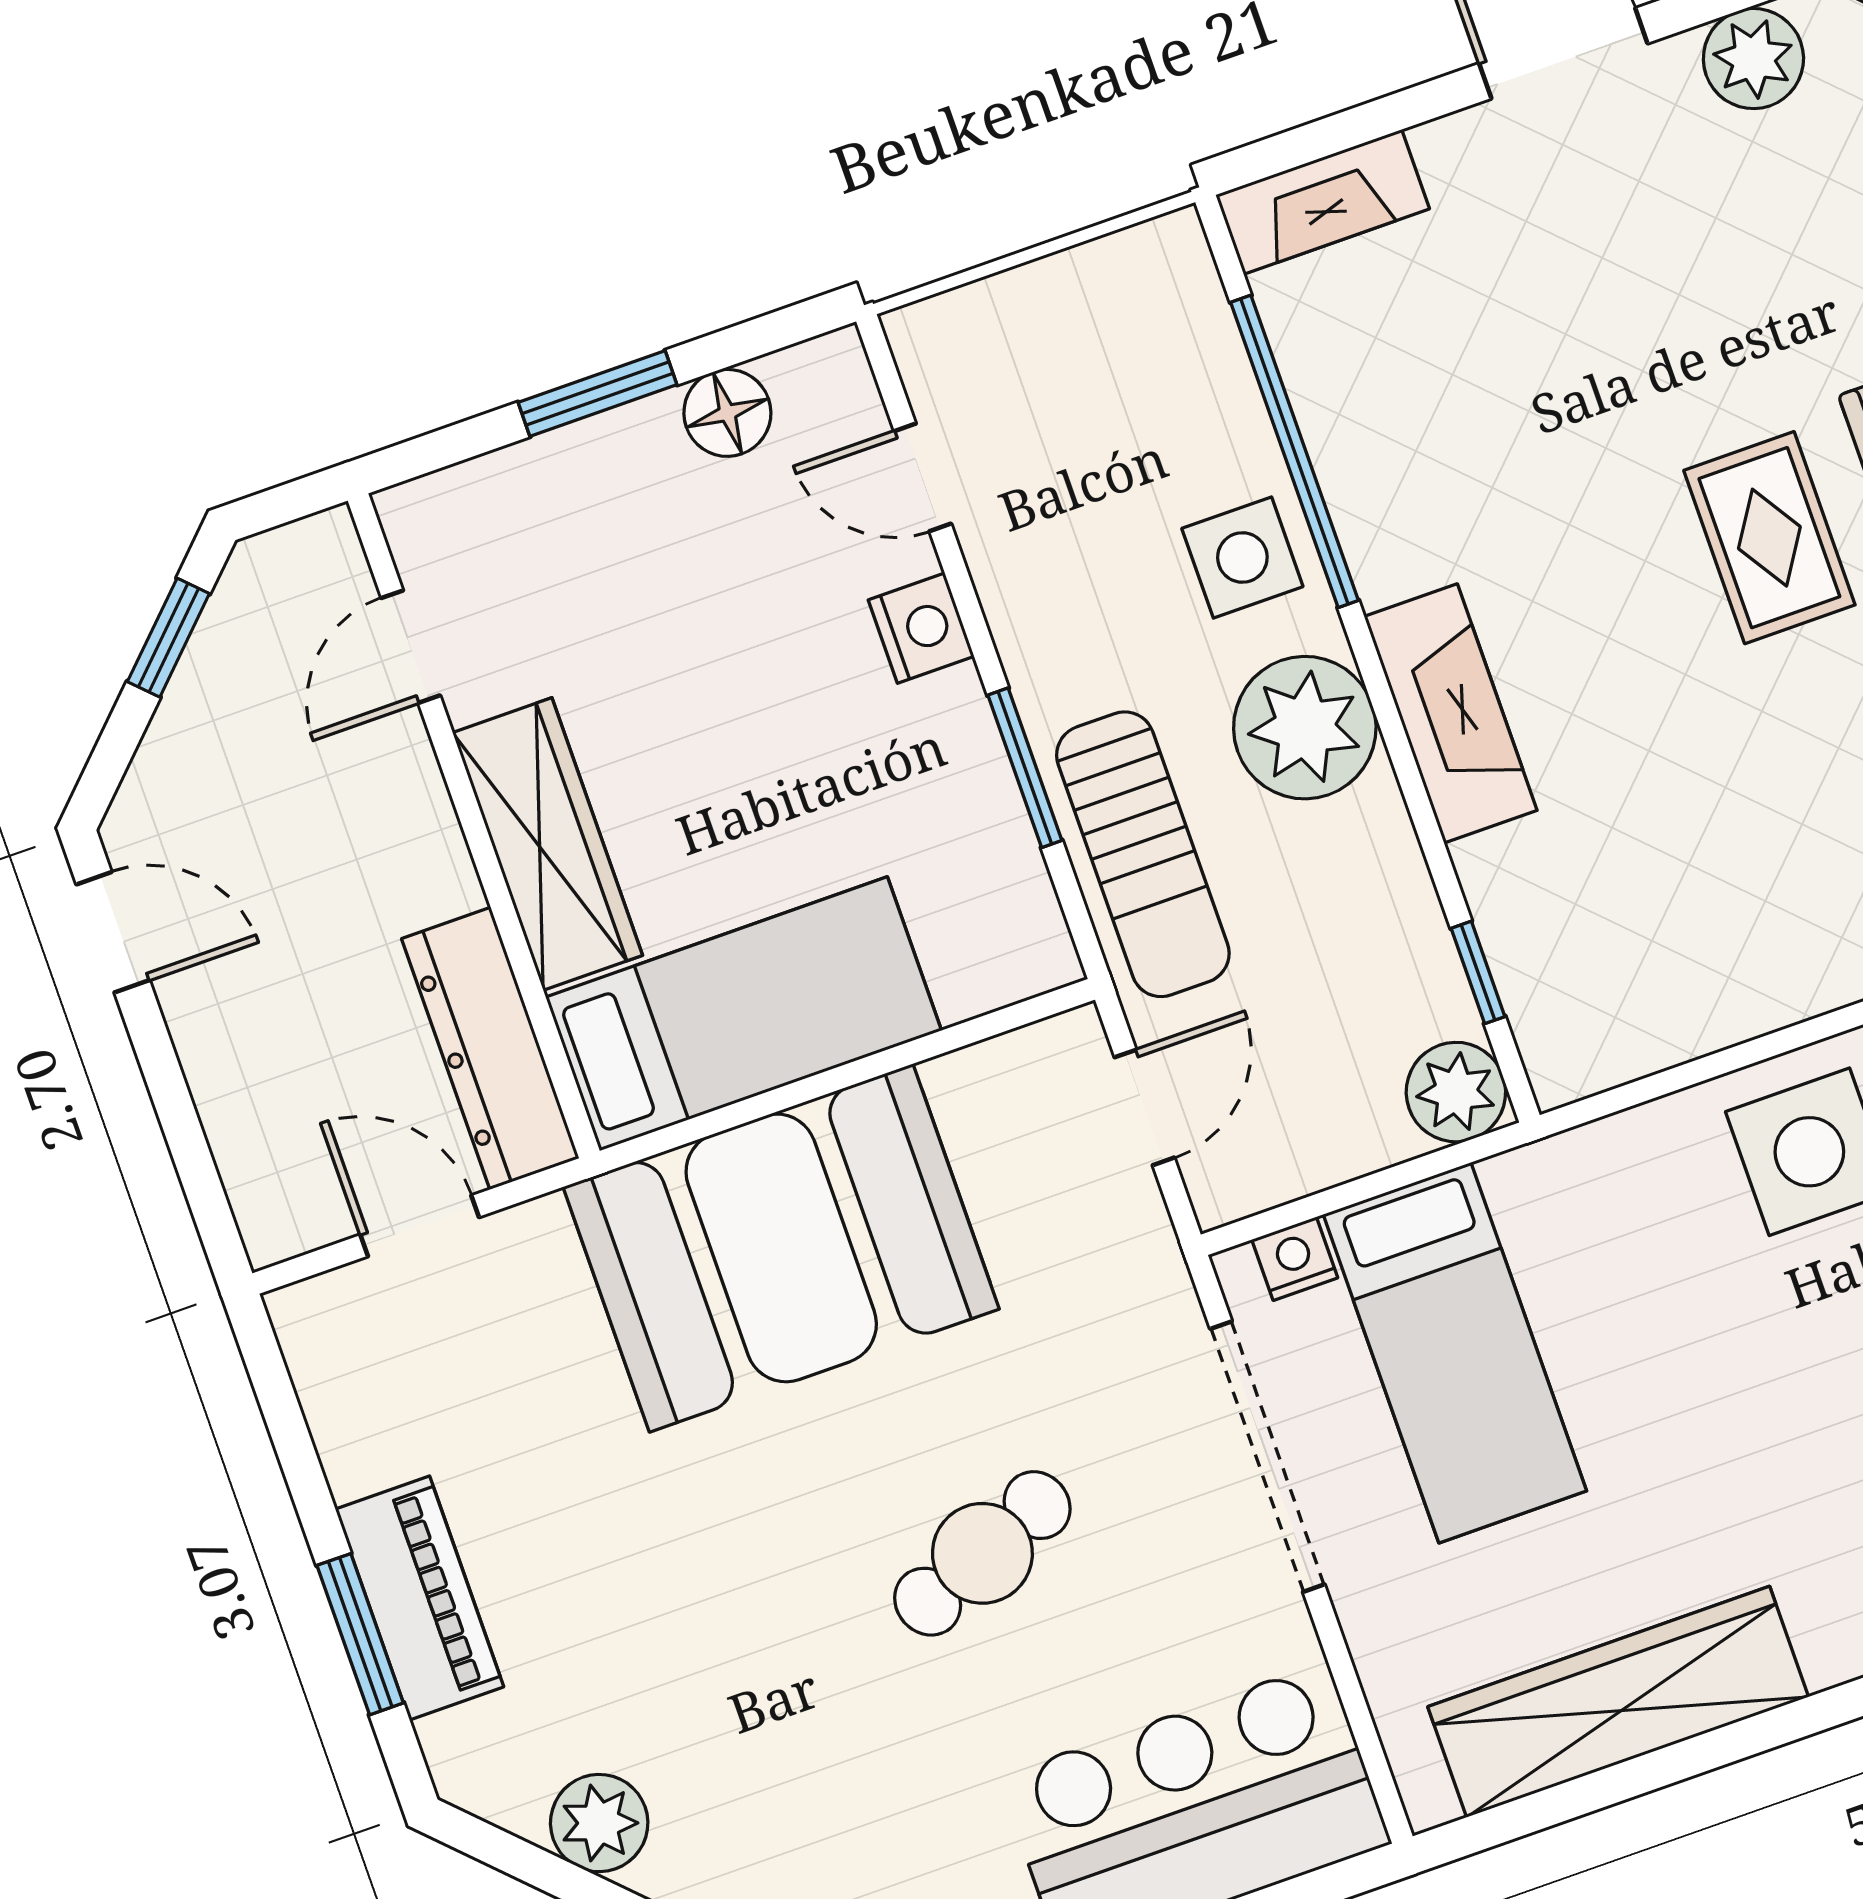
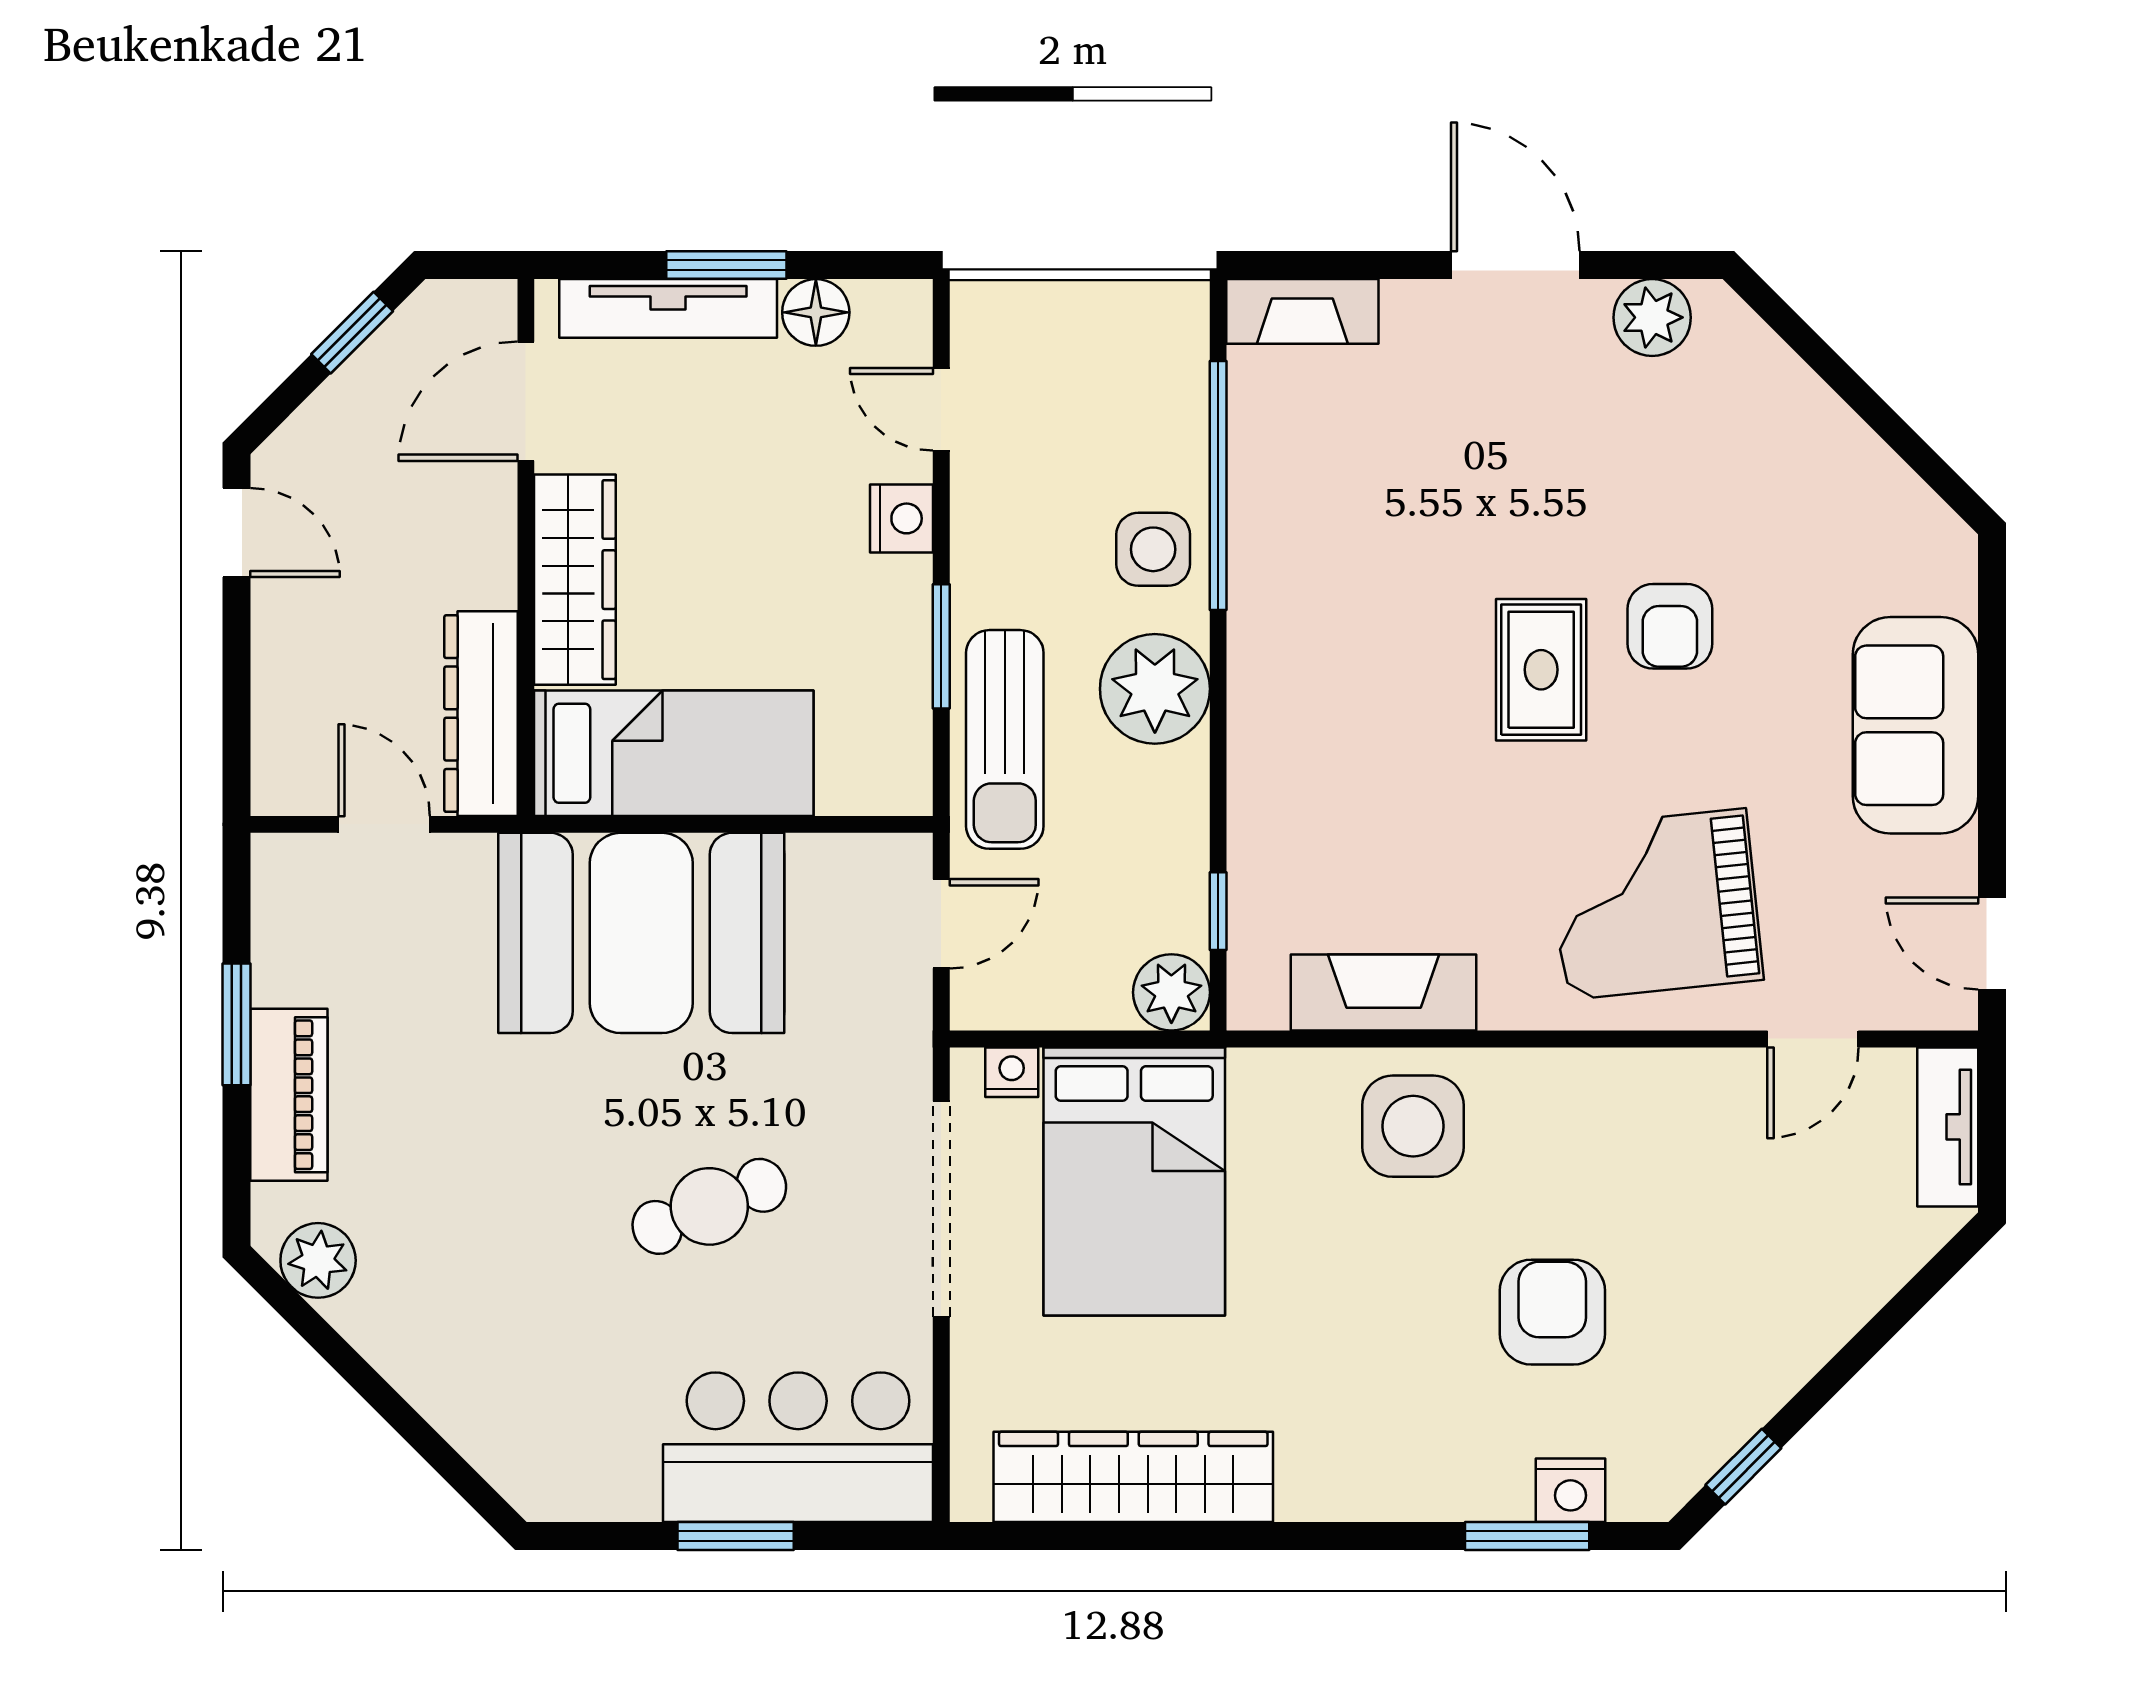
tv unit: (545, 472) -> (668, 308), added
door: (411, 647) -> (526, 401), width x1.38
fireplace: (1451, 713) -> (1384, 993), moved, turned -90
bed: (1455, 1353) -> (1134, 1181), width x1.50
window: (360, 1634) -> (237, 1024), moved
plant: (599, 1823) -> (318, 1260), moved

